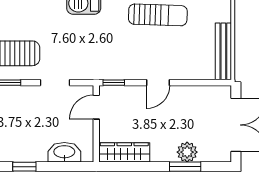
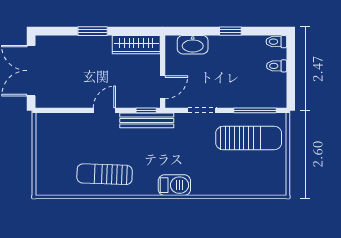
bench: (223, 51) -> (147, 120), moved, turned 90
plant: (187, 152) -> (77, 45), removed
window: (185, 167) -> (93, 31), moved

